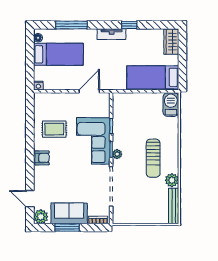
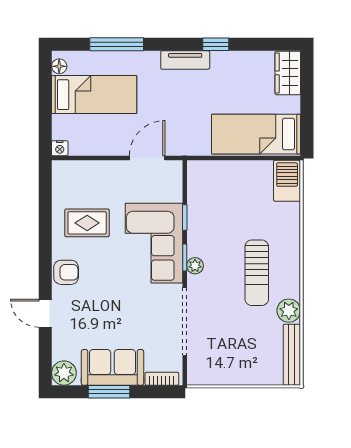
door: (30, 199) -> (45, 313), moved

